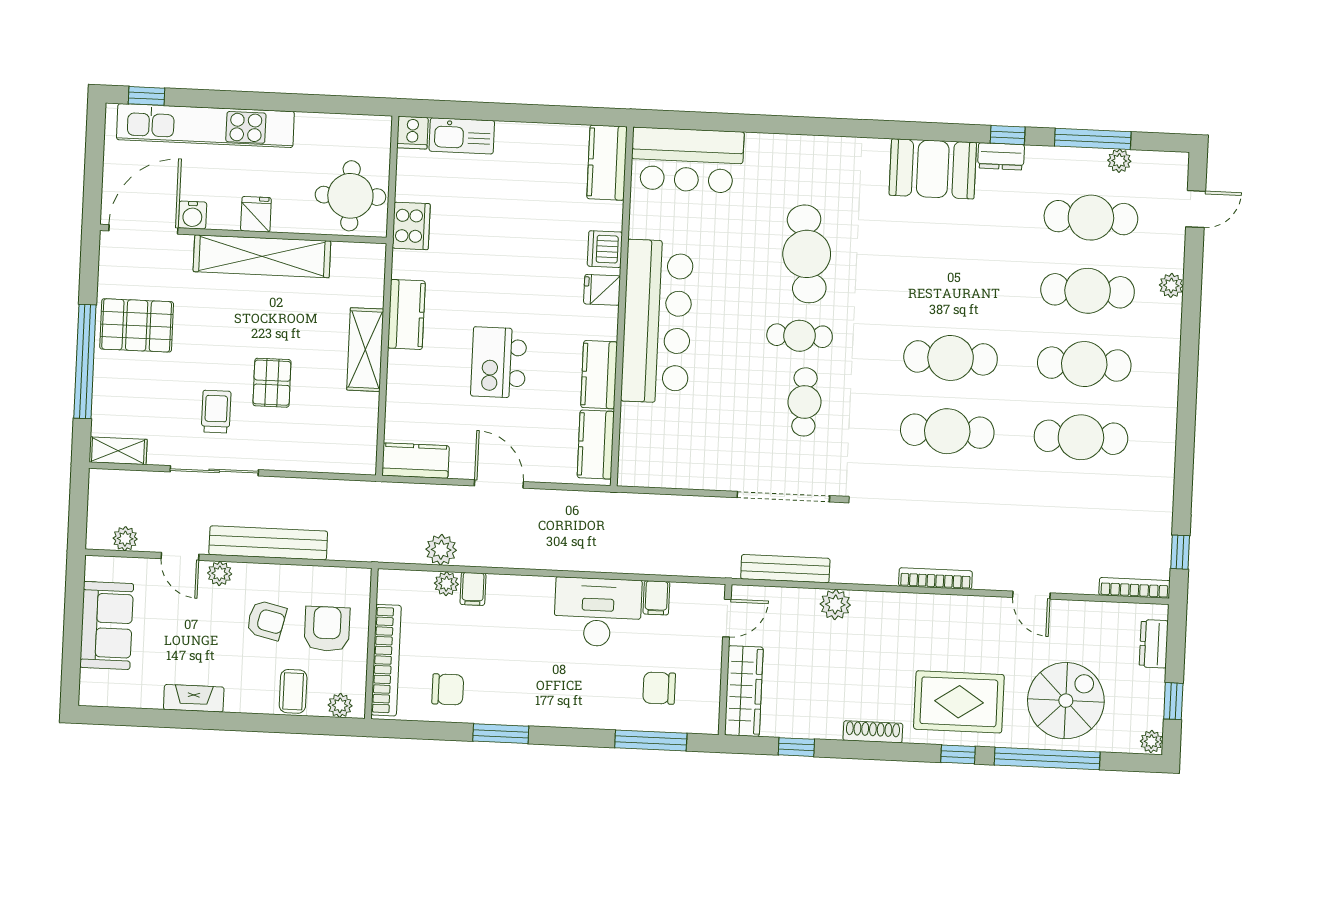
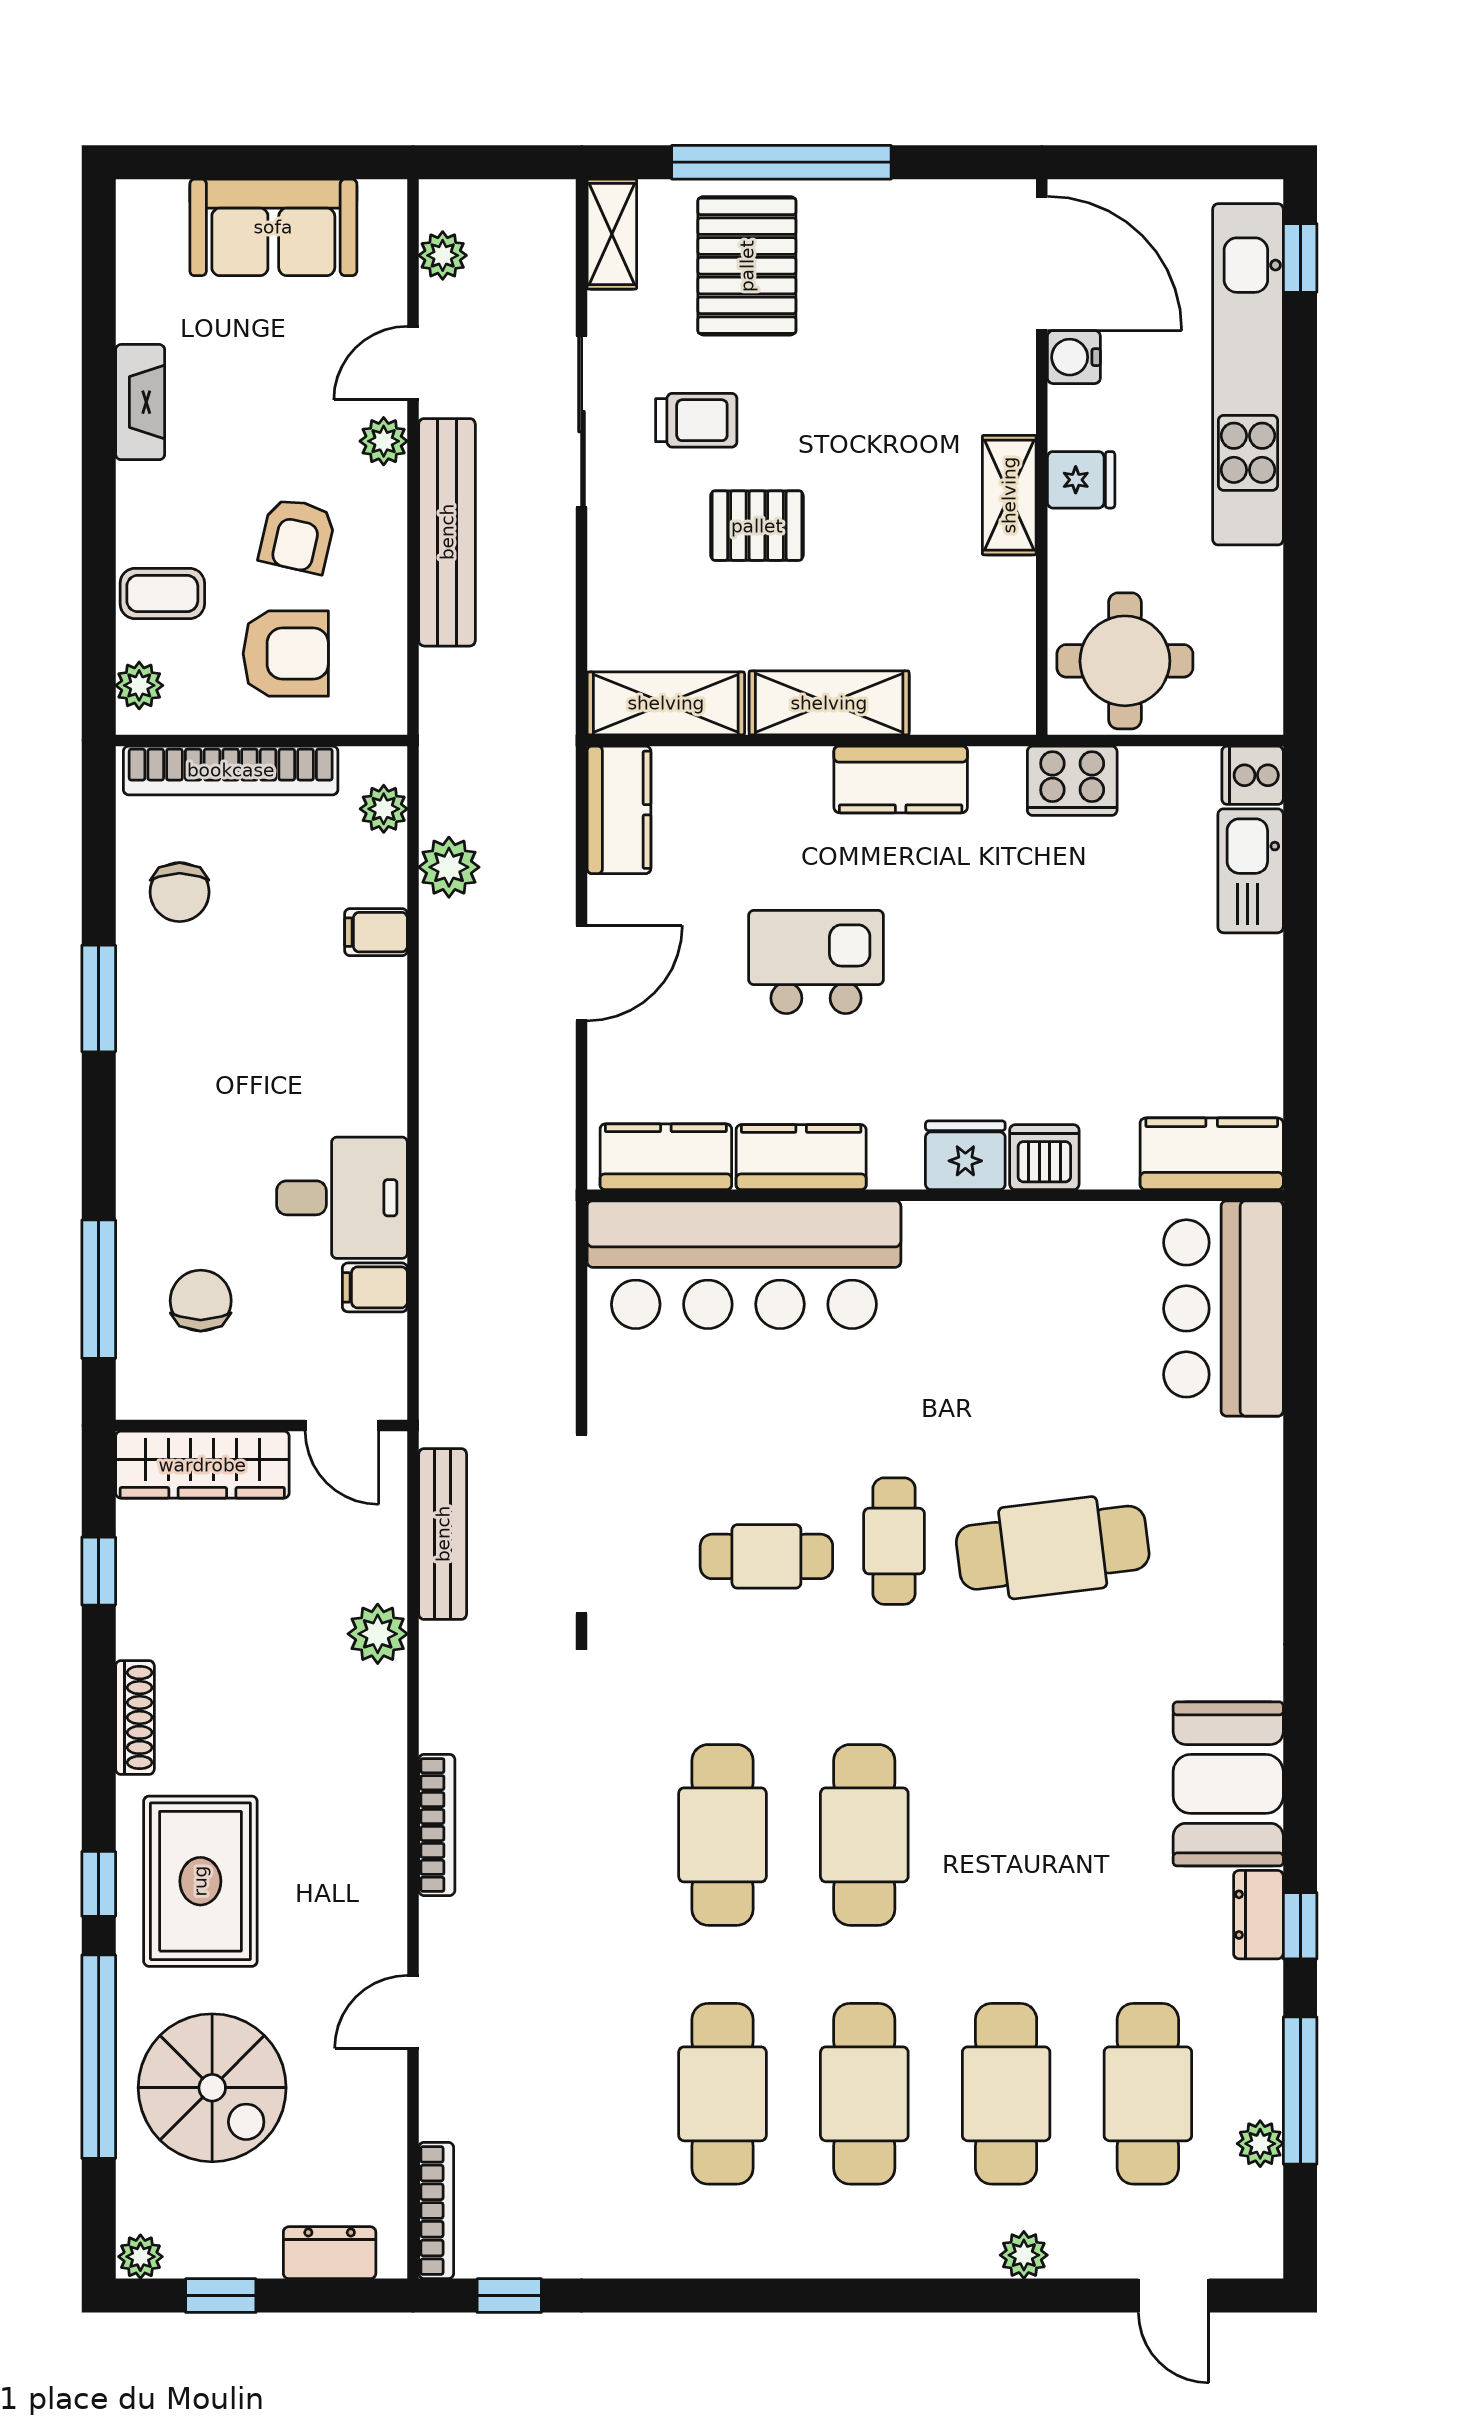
shelving: (262, 256) -> (1009, 495), width x0.45, depth x0.75
fridge: (602, 290) -> (965, 1155), width x1.38
bar counter: (657, 321) -> (744, 1265), moved
pallet: (137, 325) -> (747, 266), moved
shelving: (362, 434) -> (666, 703), added
plant: (446, 584) -> (384, 809), moved
desk: (598, 612) -> (342, 1198), width x0.73

